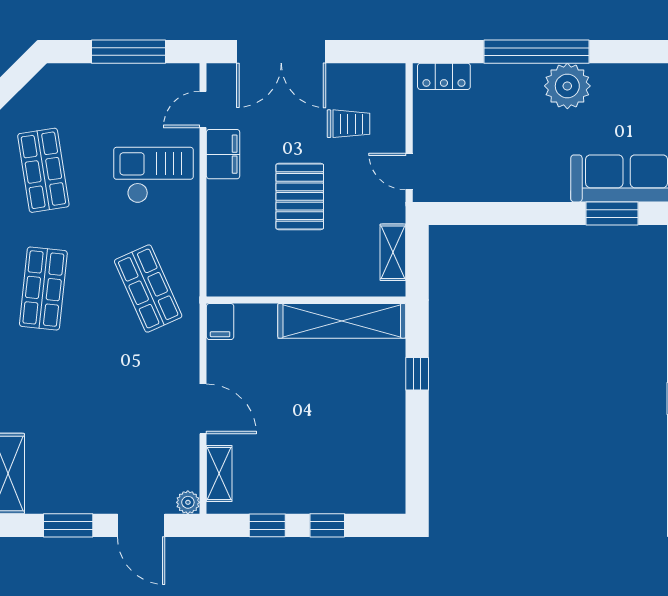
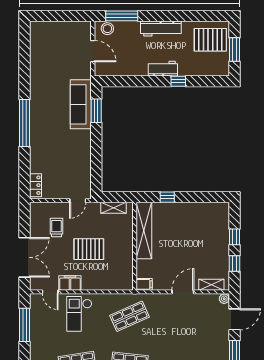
window: (536, 52) -> (25, 123), moved
plant: (567, 86) -> (40, 131), removed

